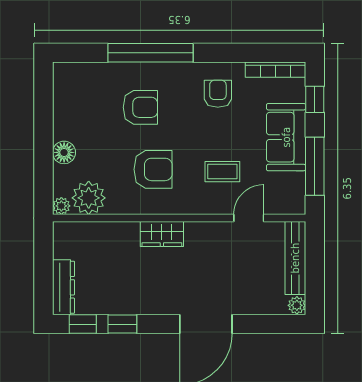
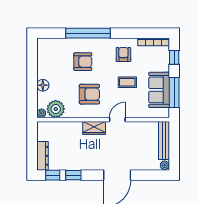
sofa: (286, 137) -> (159, 90), moved
coffee table: (222, 172) -> (127, 82), moved
door: (249, 218) -> (117, 120), moved

